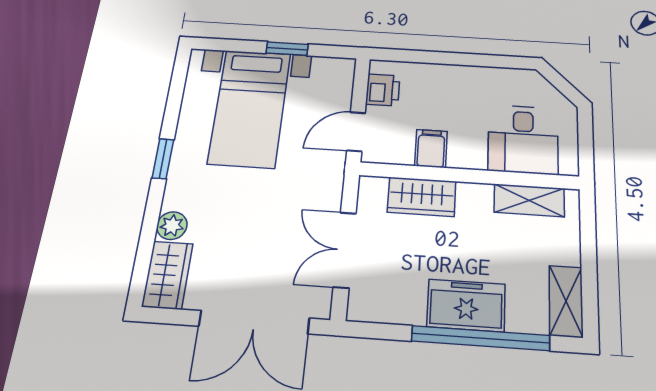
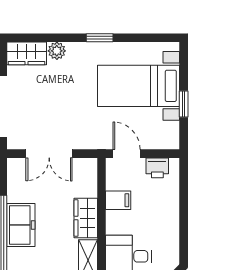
wardrobe: (422, 197) -> (86, 218), moved
double door: (345, 250) -> (49, 154), swing flipped

